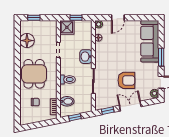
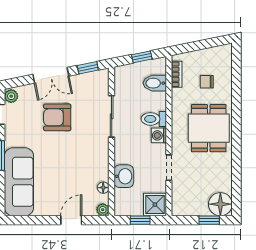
floor lamp: (27, 41) -> (220, 204), moved
washbasin: (86, 57) -> (124, 176), moved
washing machine: (64, 69) -> (159, 135), added

